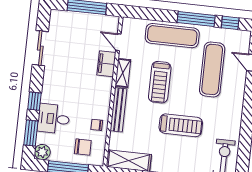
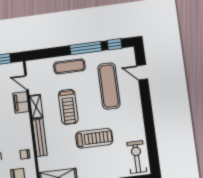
exercise mat: (172, 36) -> (69, 66), width x0.73, depth x0.69

